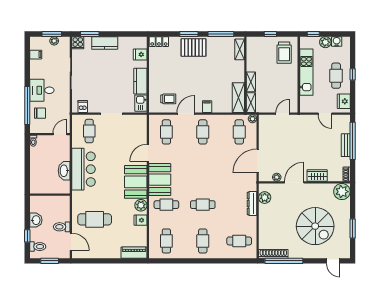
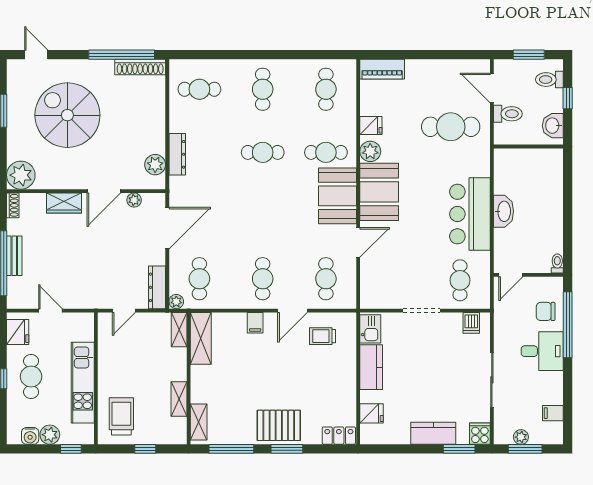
shelving: (251, 82) -> (179, 399), moved
dresser: (264, 127) -> (157, 287), added
wall: (50, 195) -> (528, 147), moved

